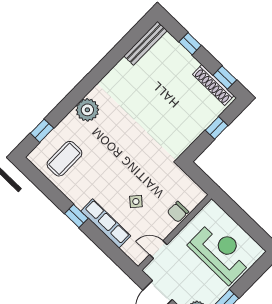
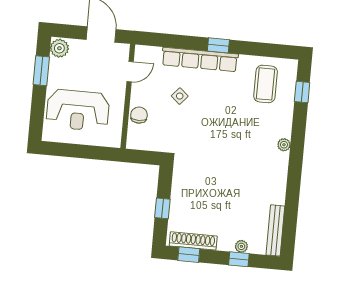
plant: (180, 52) -> (241, 246), added
plant: (87, 110) -> (284, 145), width x0.53, depth x0.53
row of seats: (106, 223) -> (200, 59), width x1.36

